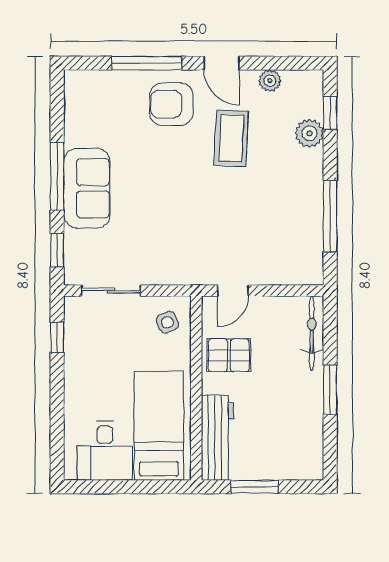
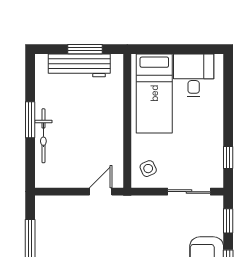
bicycle: (312, 333) -> (43, 136), moved
pallet: (229, 355) -> (104, 145), removed
workbench: (217, 438) -> (79, 65), moved, turned -90

